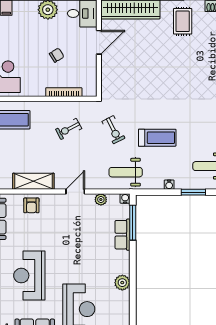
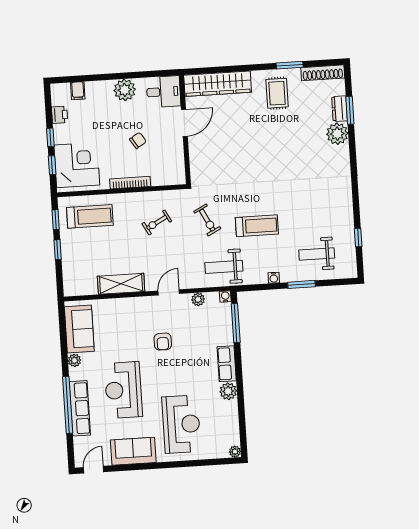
bookcase: (64, 92) -> (130, 183), moved
armchair: (31, 205) -> (163, 342), moved
row of seats: (122, 235) -> (227, 364), moved

